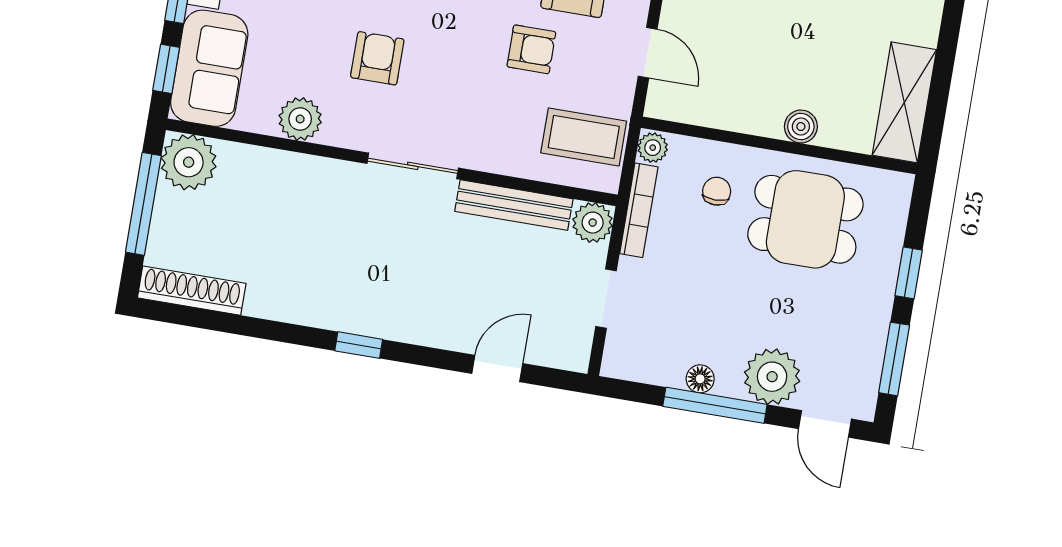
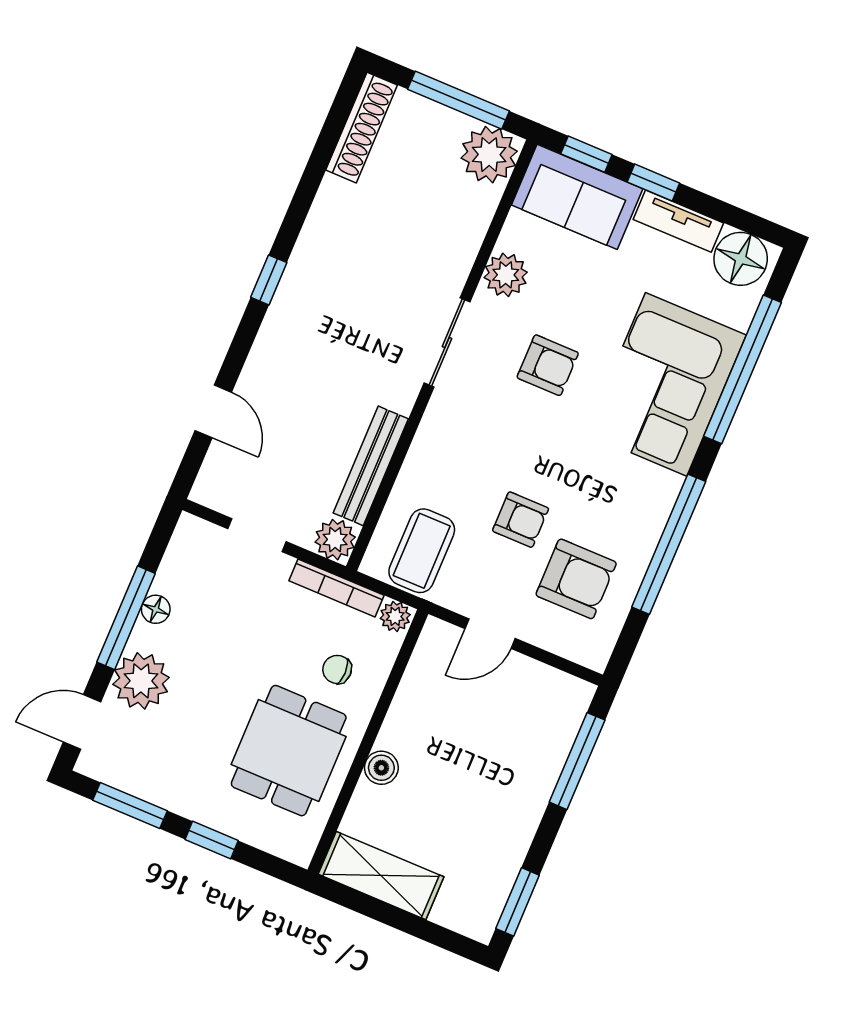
armchair: (531, 49) -> (521, 520), turned -90
sliding door: (413, 166) -> (447, 343), moved
chair: (717, 191) -> (337, 669), turned 180

